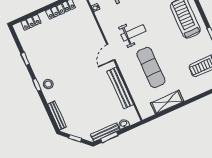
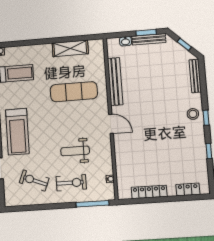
weight bench: (133, 33) -> (75, 151), moved
door: (111, 52) -> (111, 124), hinge flipped
exercise mat: (151, 68) -> (74, 92), turned 90

